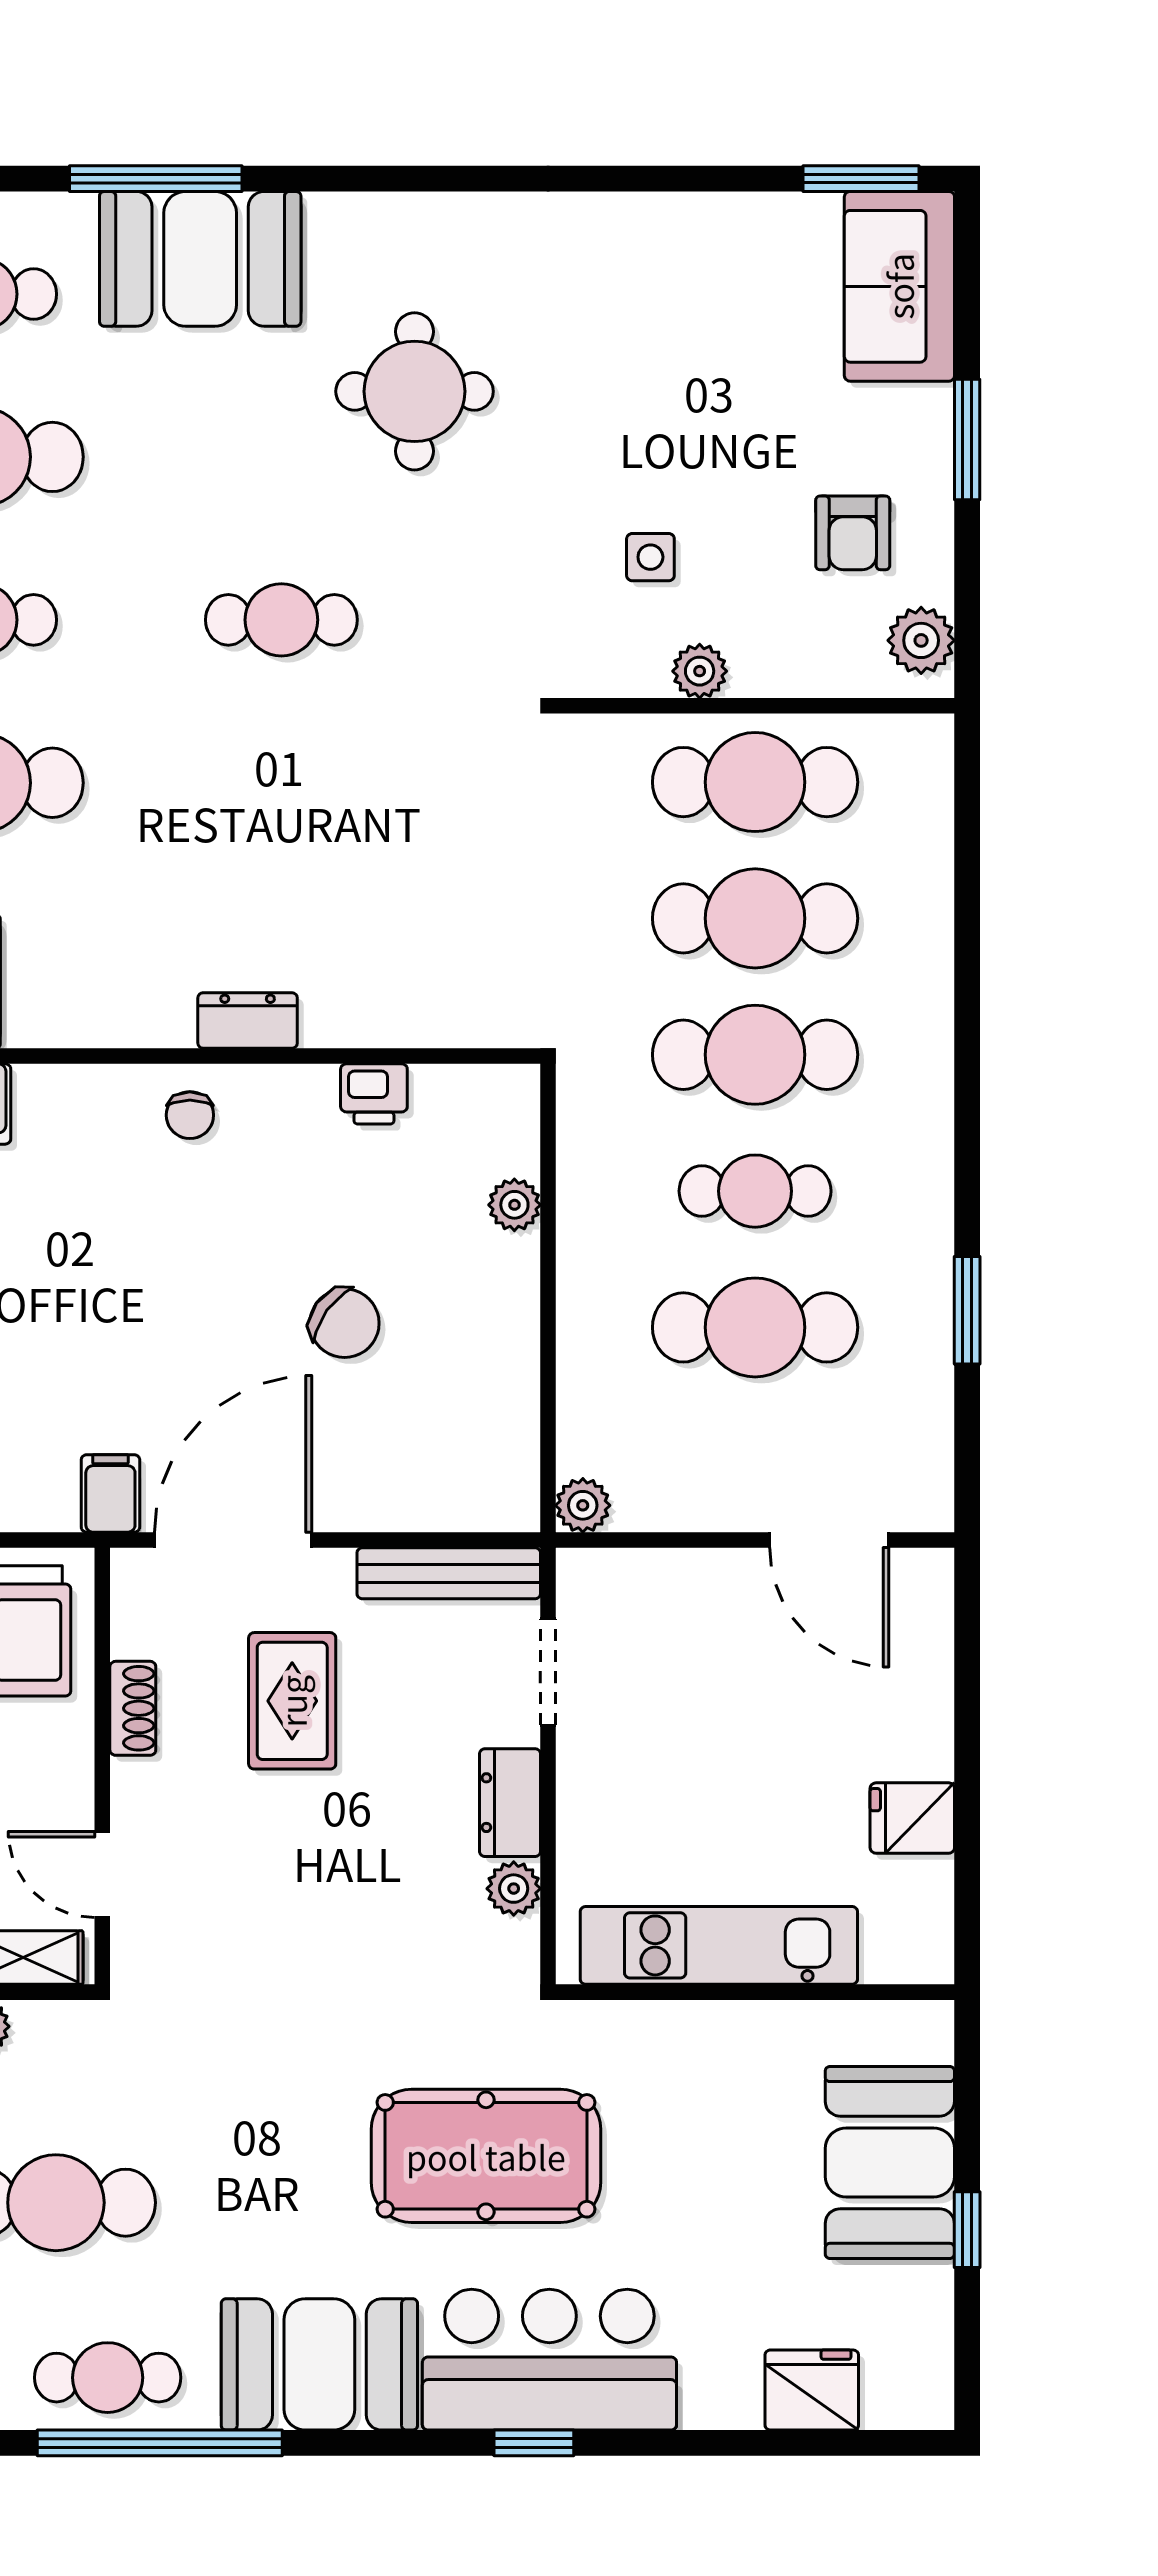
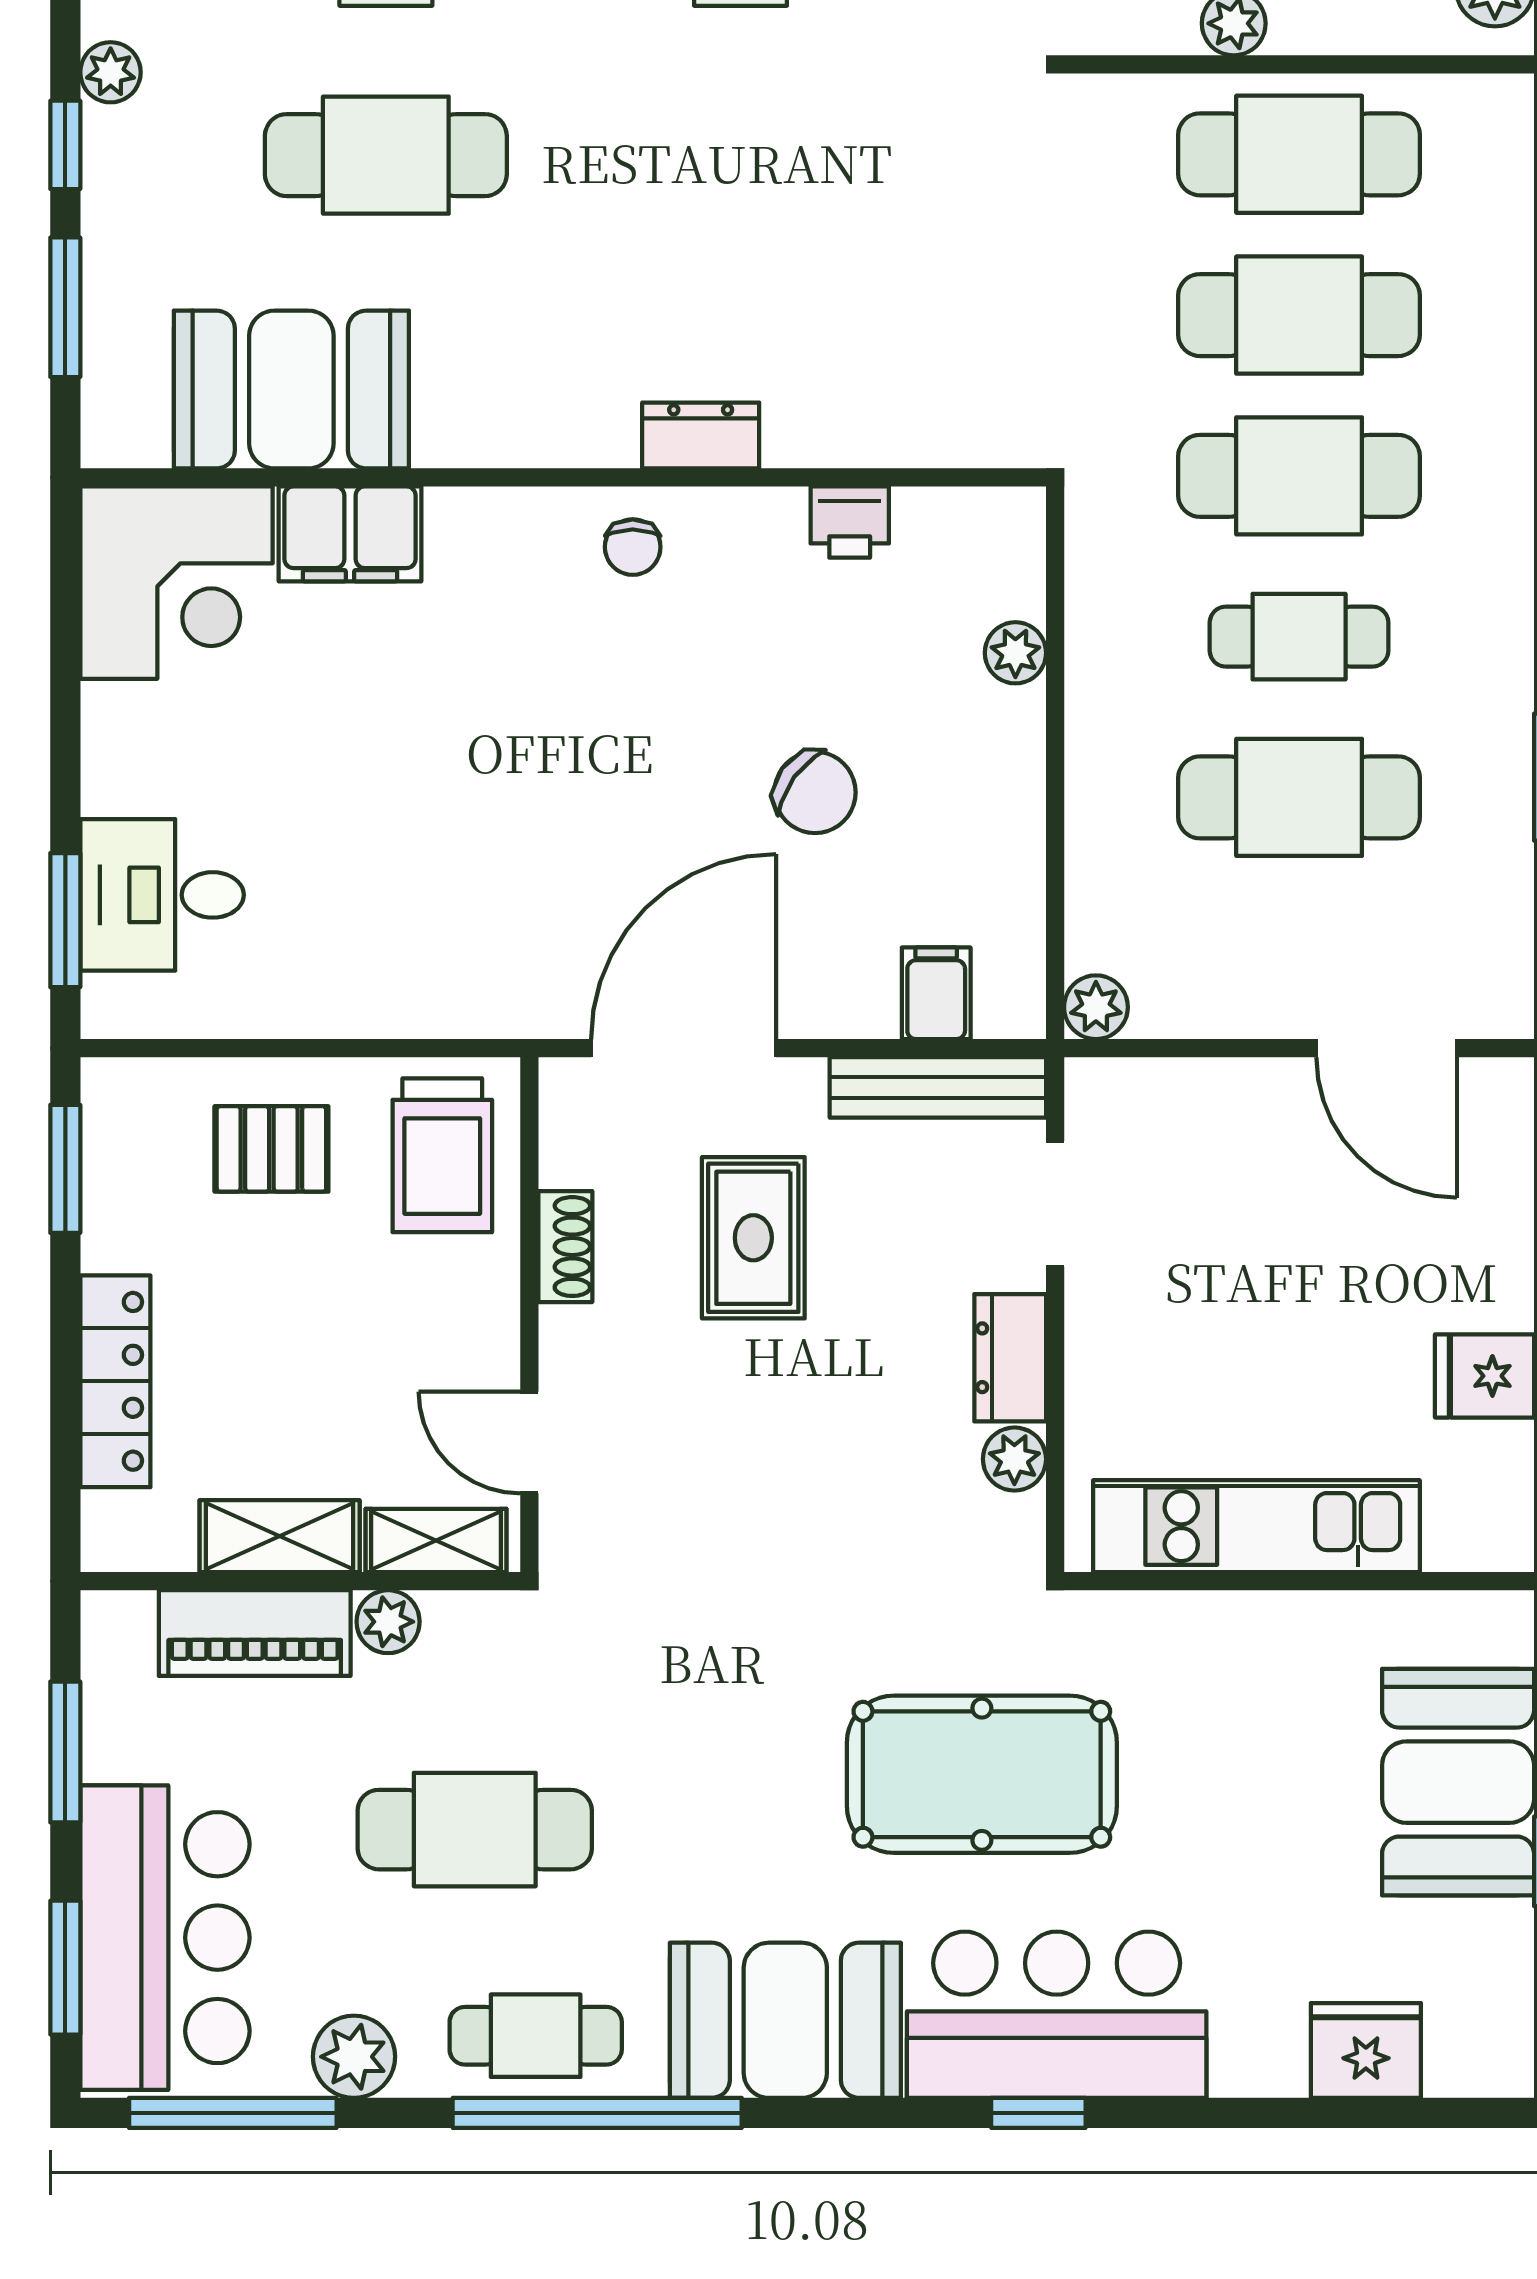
filing cabinet: (110, 1493) -> (936, 993), moved

